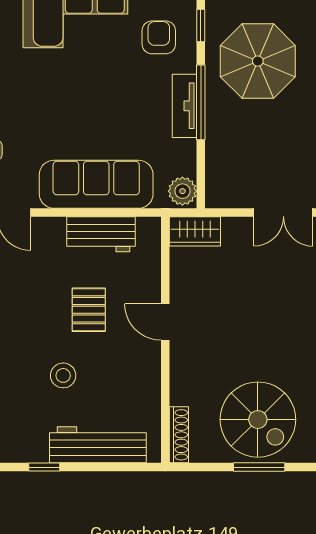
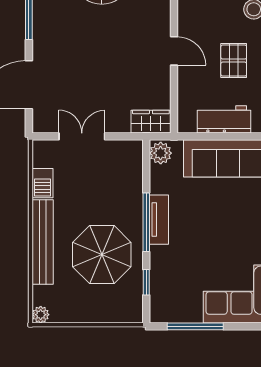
armchair: (159, 37) -> (179, 273), removed

